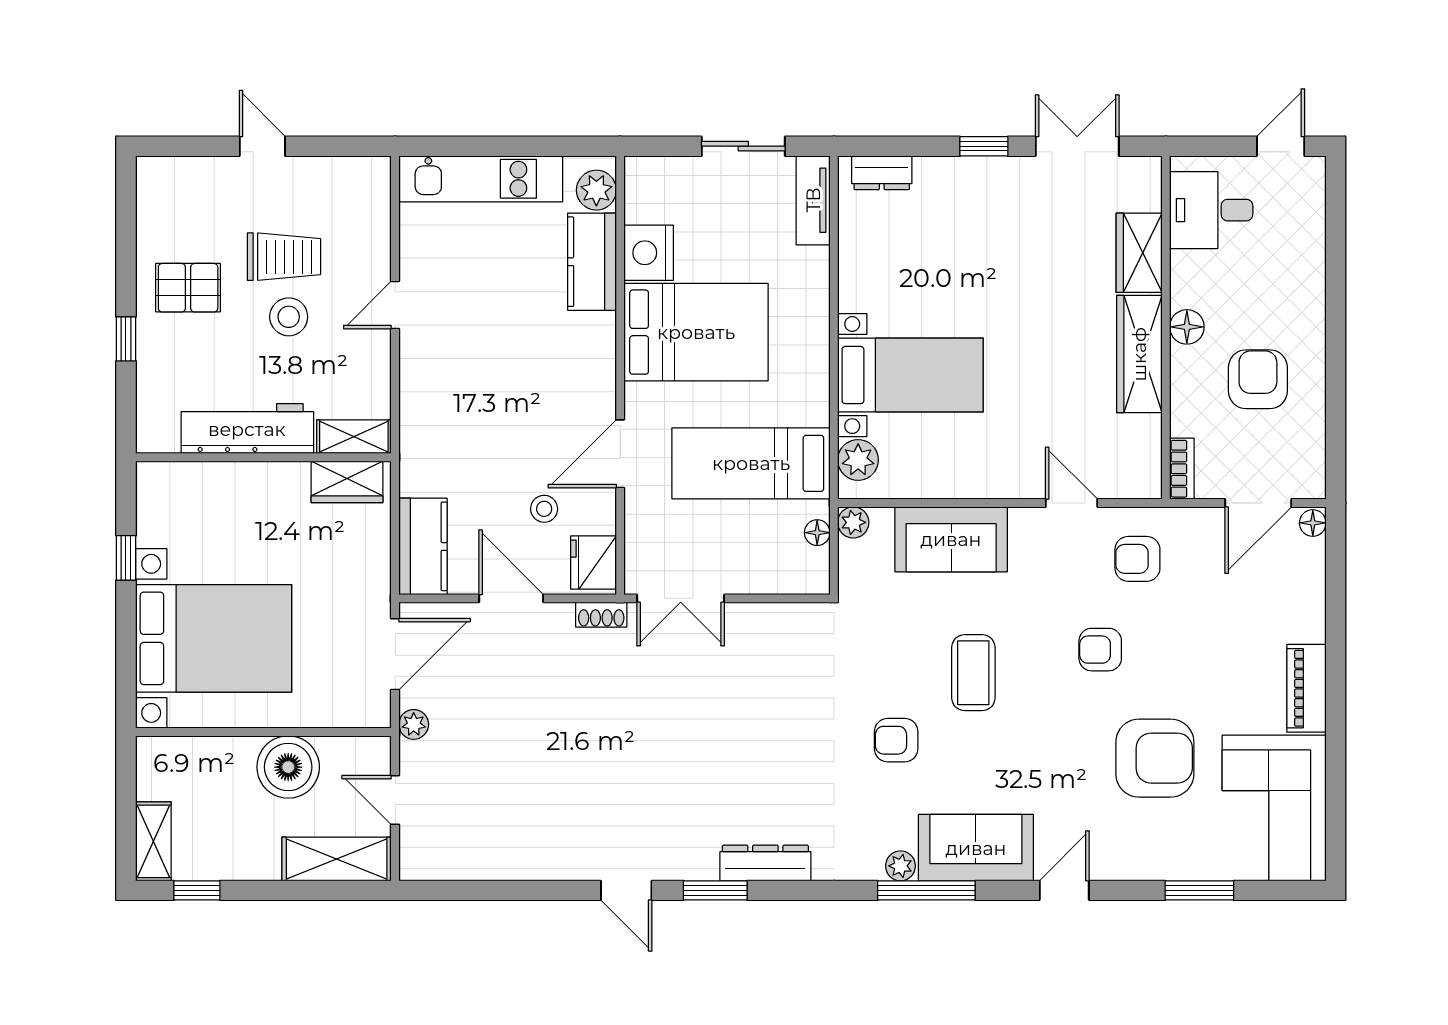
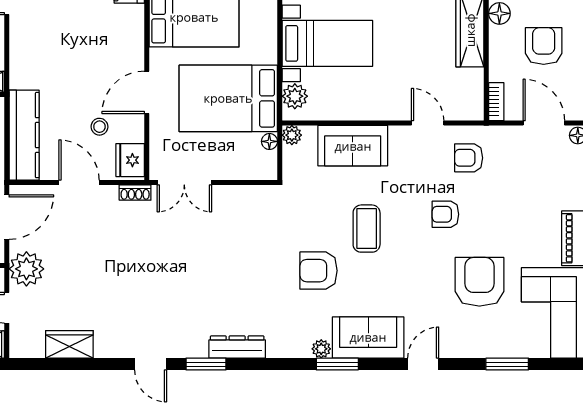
bed: (751, 463) -> (228, 98), width x1.50
door: (1258, 503) -> (544, 123), swing flipped
kitchen counter: (423, 546) -> (24, 135), width x1.50
plant: (414, 724) -> (26, 269), width x1.88, depth x1.88
armchair: (896, 740) -> (319, 271), width x1.38, depth x1.38
armchair: (1155, 758) -> (479, 282), turned -90
wardrobe: (496, 859) -> (69, 344), added
window: (926, 890) -> (337, 364), width x0.69

